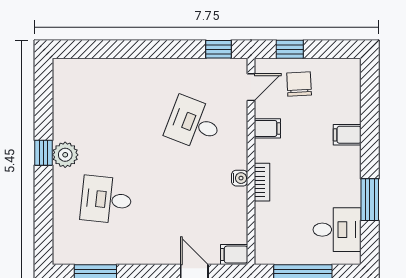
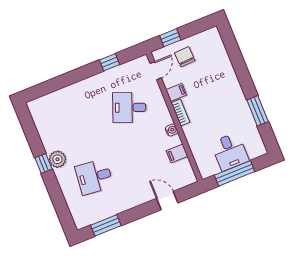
window: (219, 49) -> (110, 62), moved
filing cabinet: (347, 135) -> (227, 76), removed
bookcase: (262, 182) -> (180, 113), moved
desk: (337, 230) -> (230, 152), moved, turned 90
filing cabinet: (234, 255) -> (177, 153), moved

